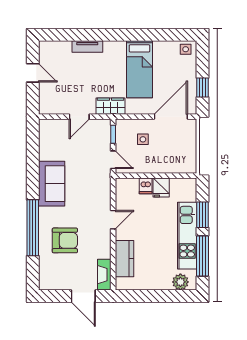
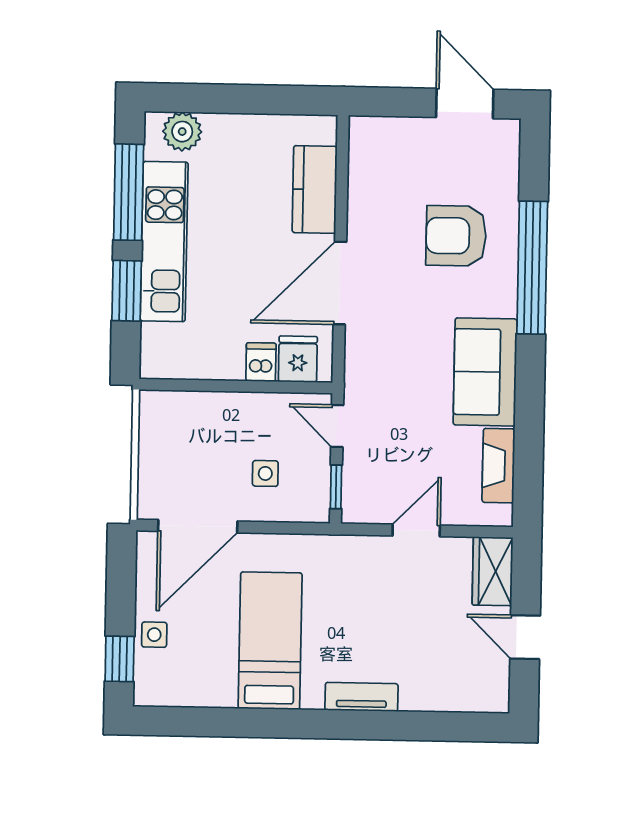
tv unit: (87, 46) -> (361, 697), moved
side table: (186, 49) -> (154, 635), moved
window: (202, 87) -> (120, 659), moved
wardrobe: (110, 106) -> (492, 571), moved, turned 90
fridge: (161, 187) -> (298, 359), moved
door: (113, 220) -> (340, 283), width x1.88
fireplace: (104, 275) -> (498, 466), moved, turned 180
door: (83, 296) -> (465, 103), moved

